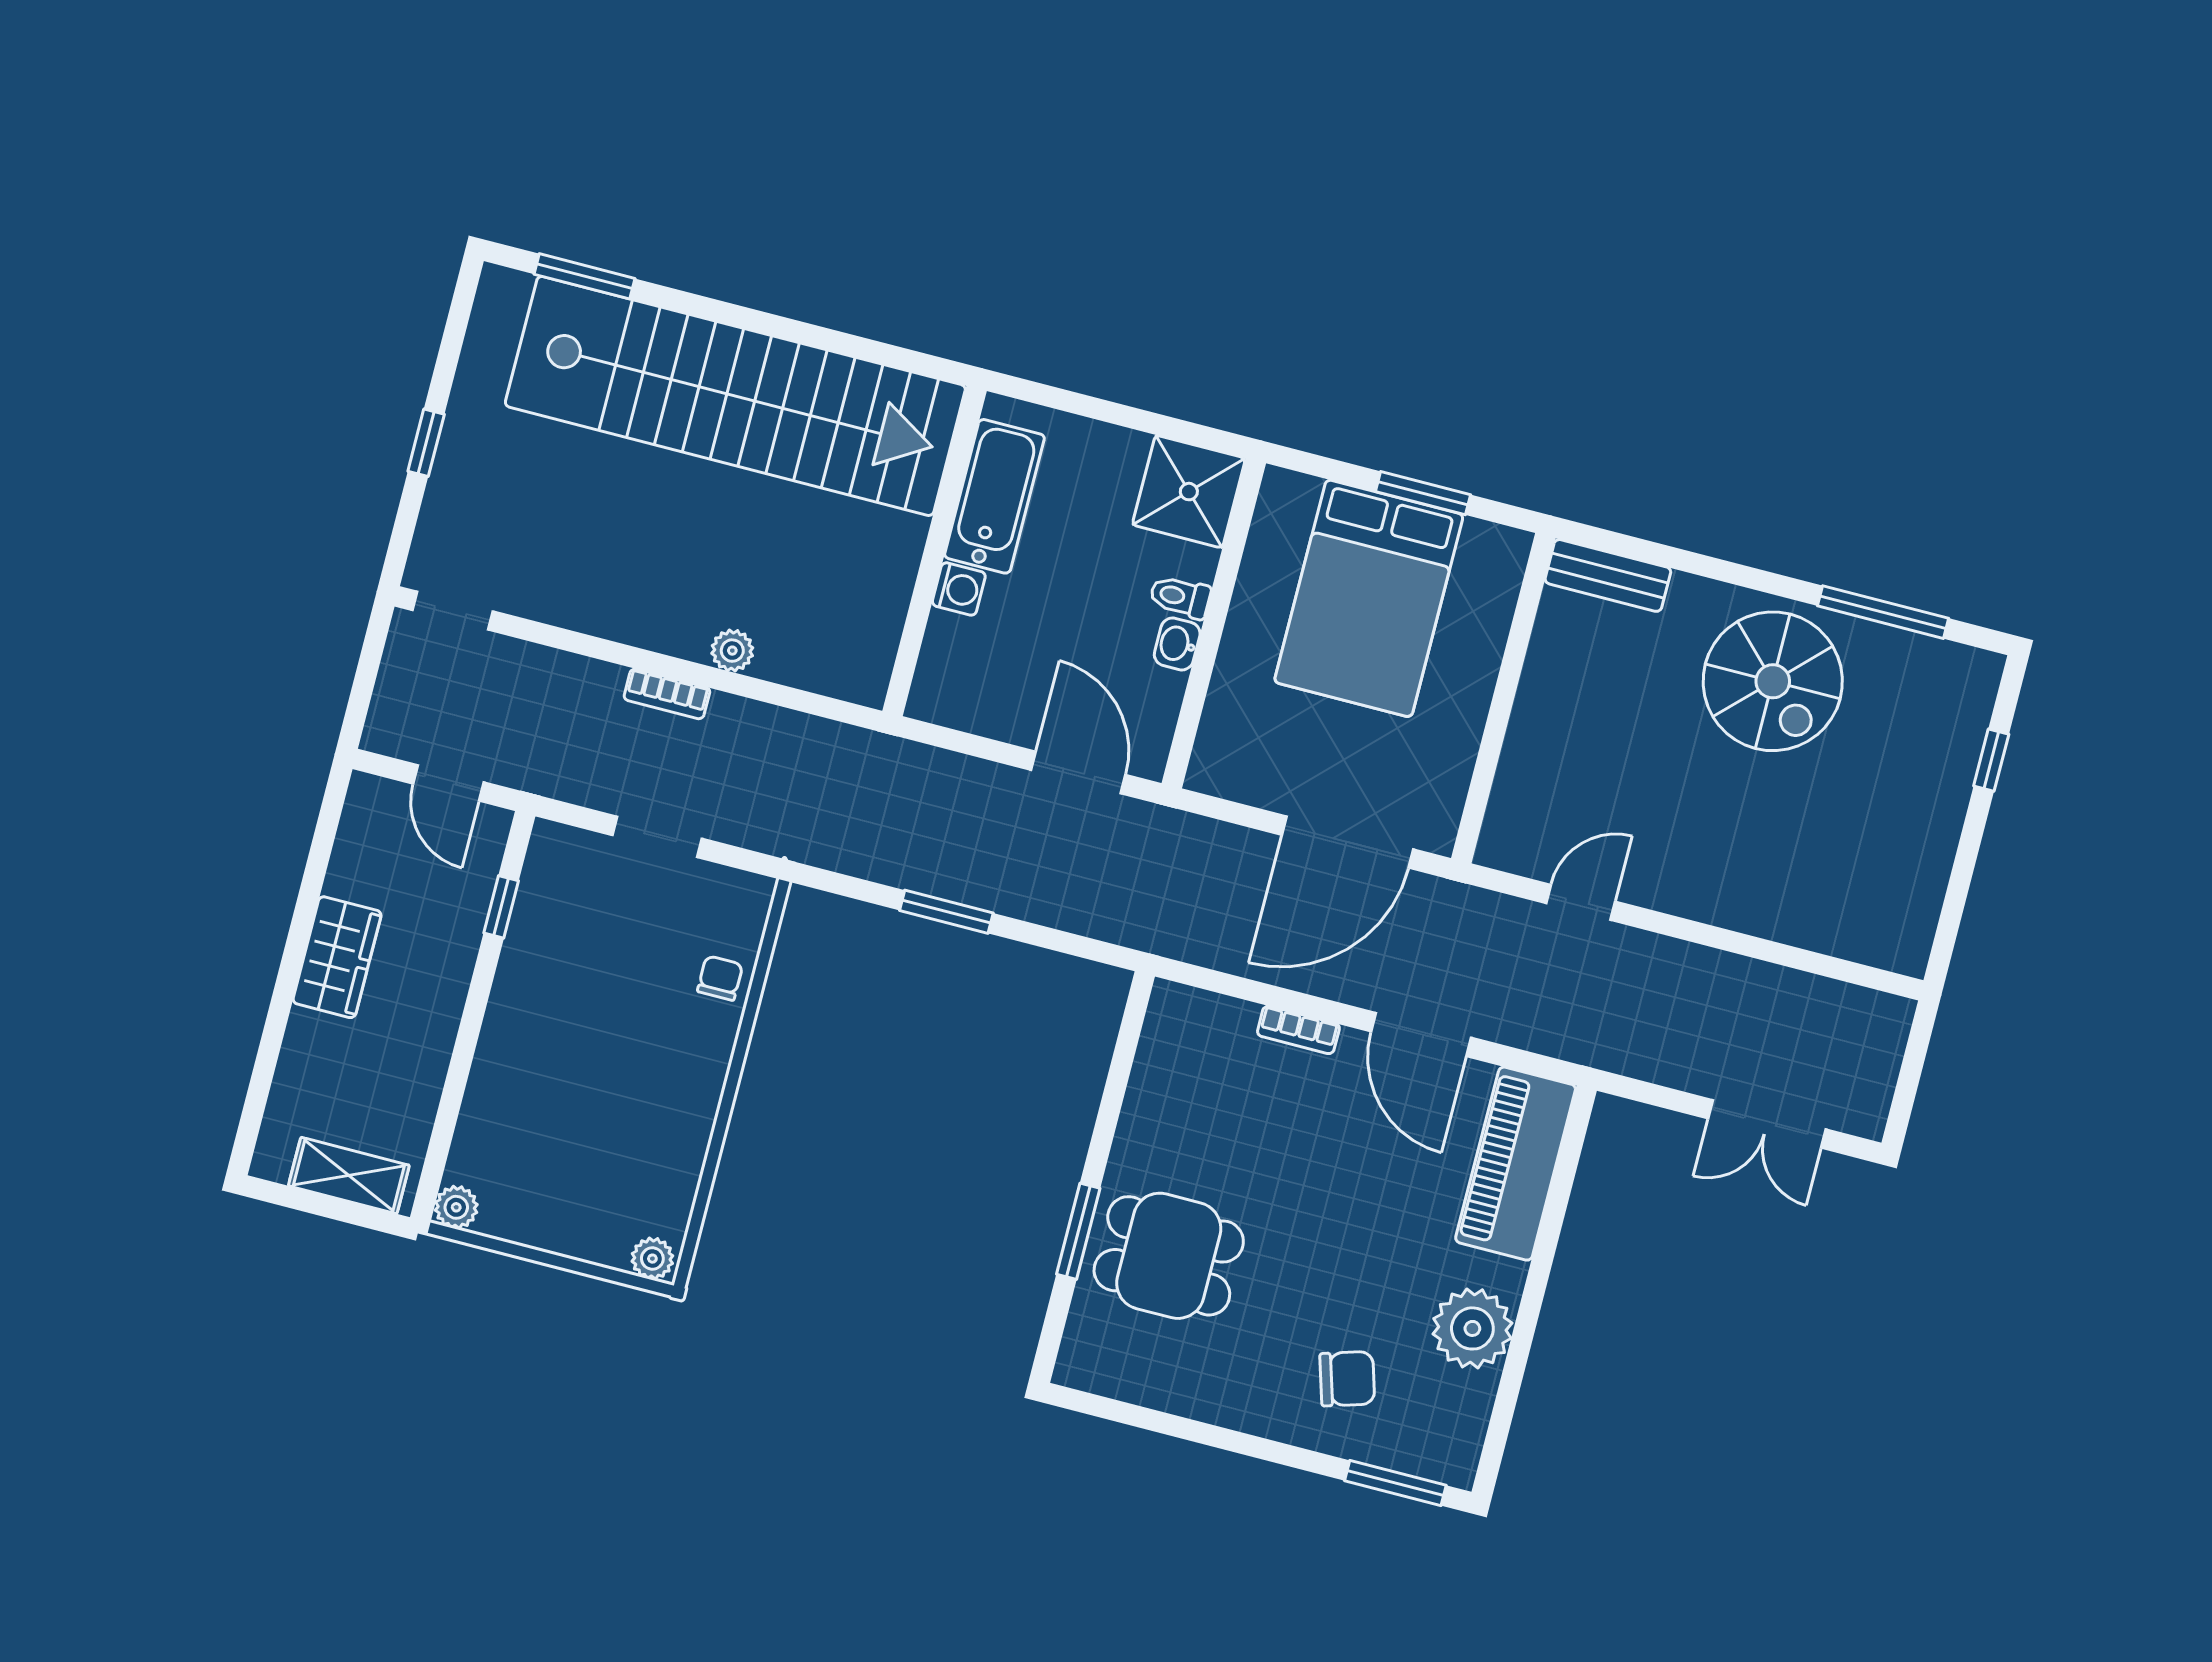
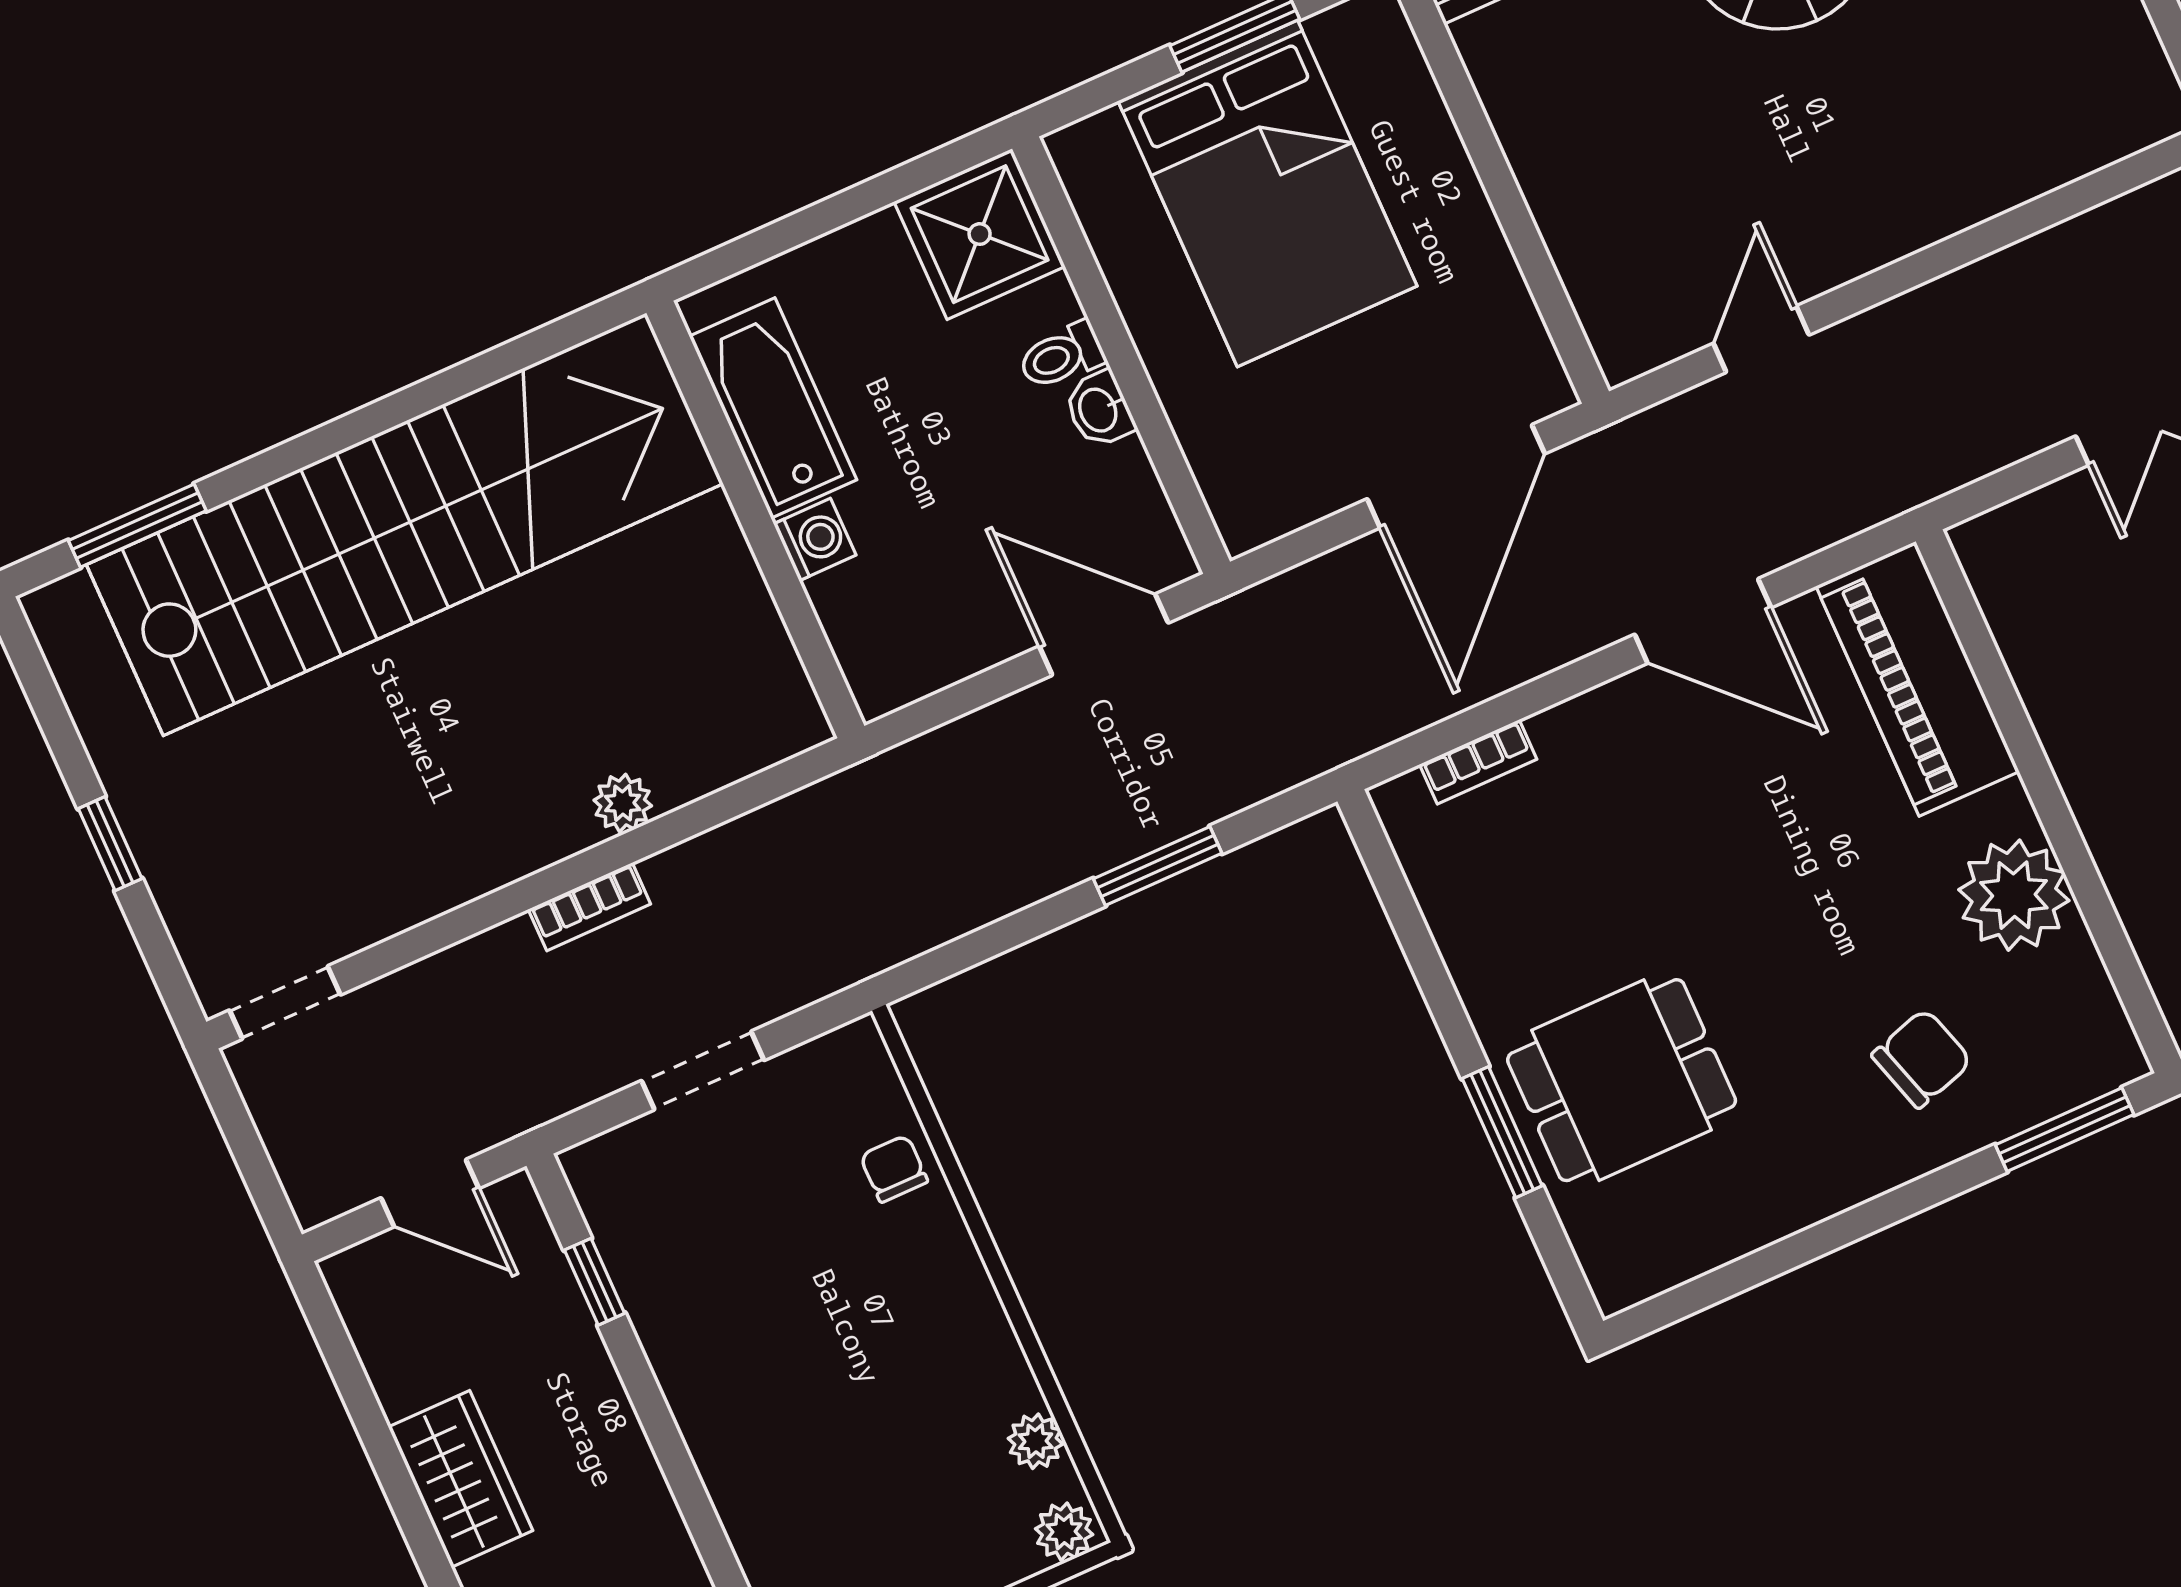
window: (946, 912) -> (1158, 866), moved
bookcase: (1298, 1030) -> (1478, 762), moved
plant: (677, 1195) -> (1036, 1441), added

